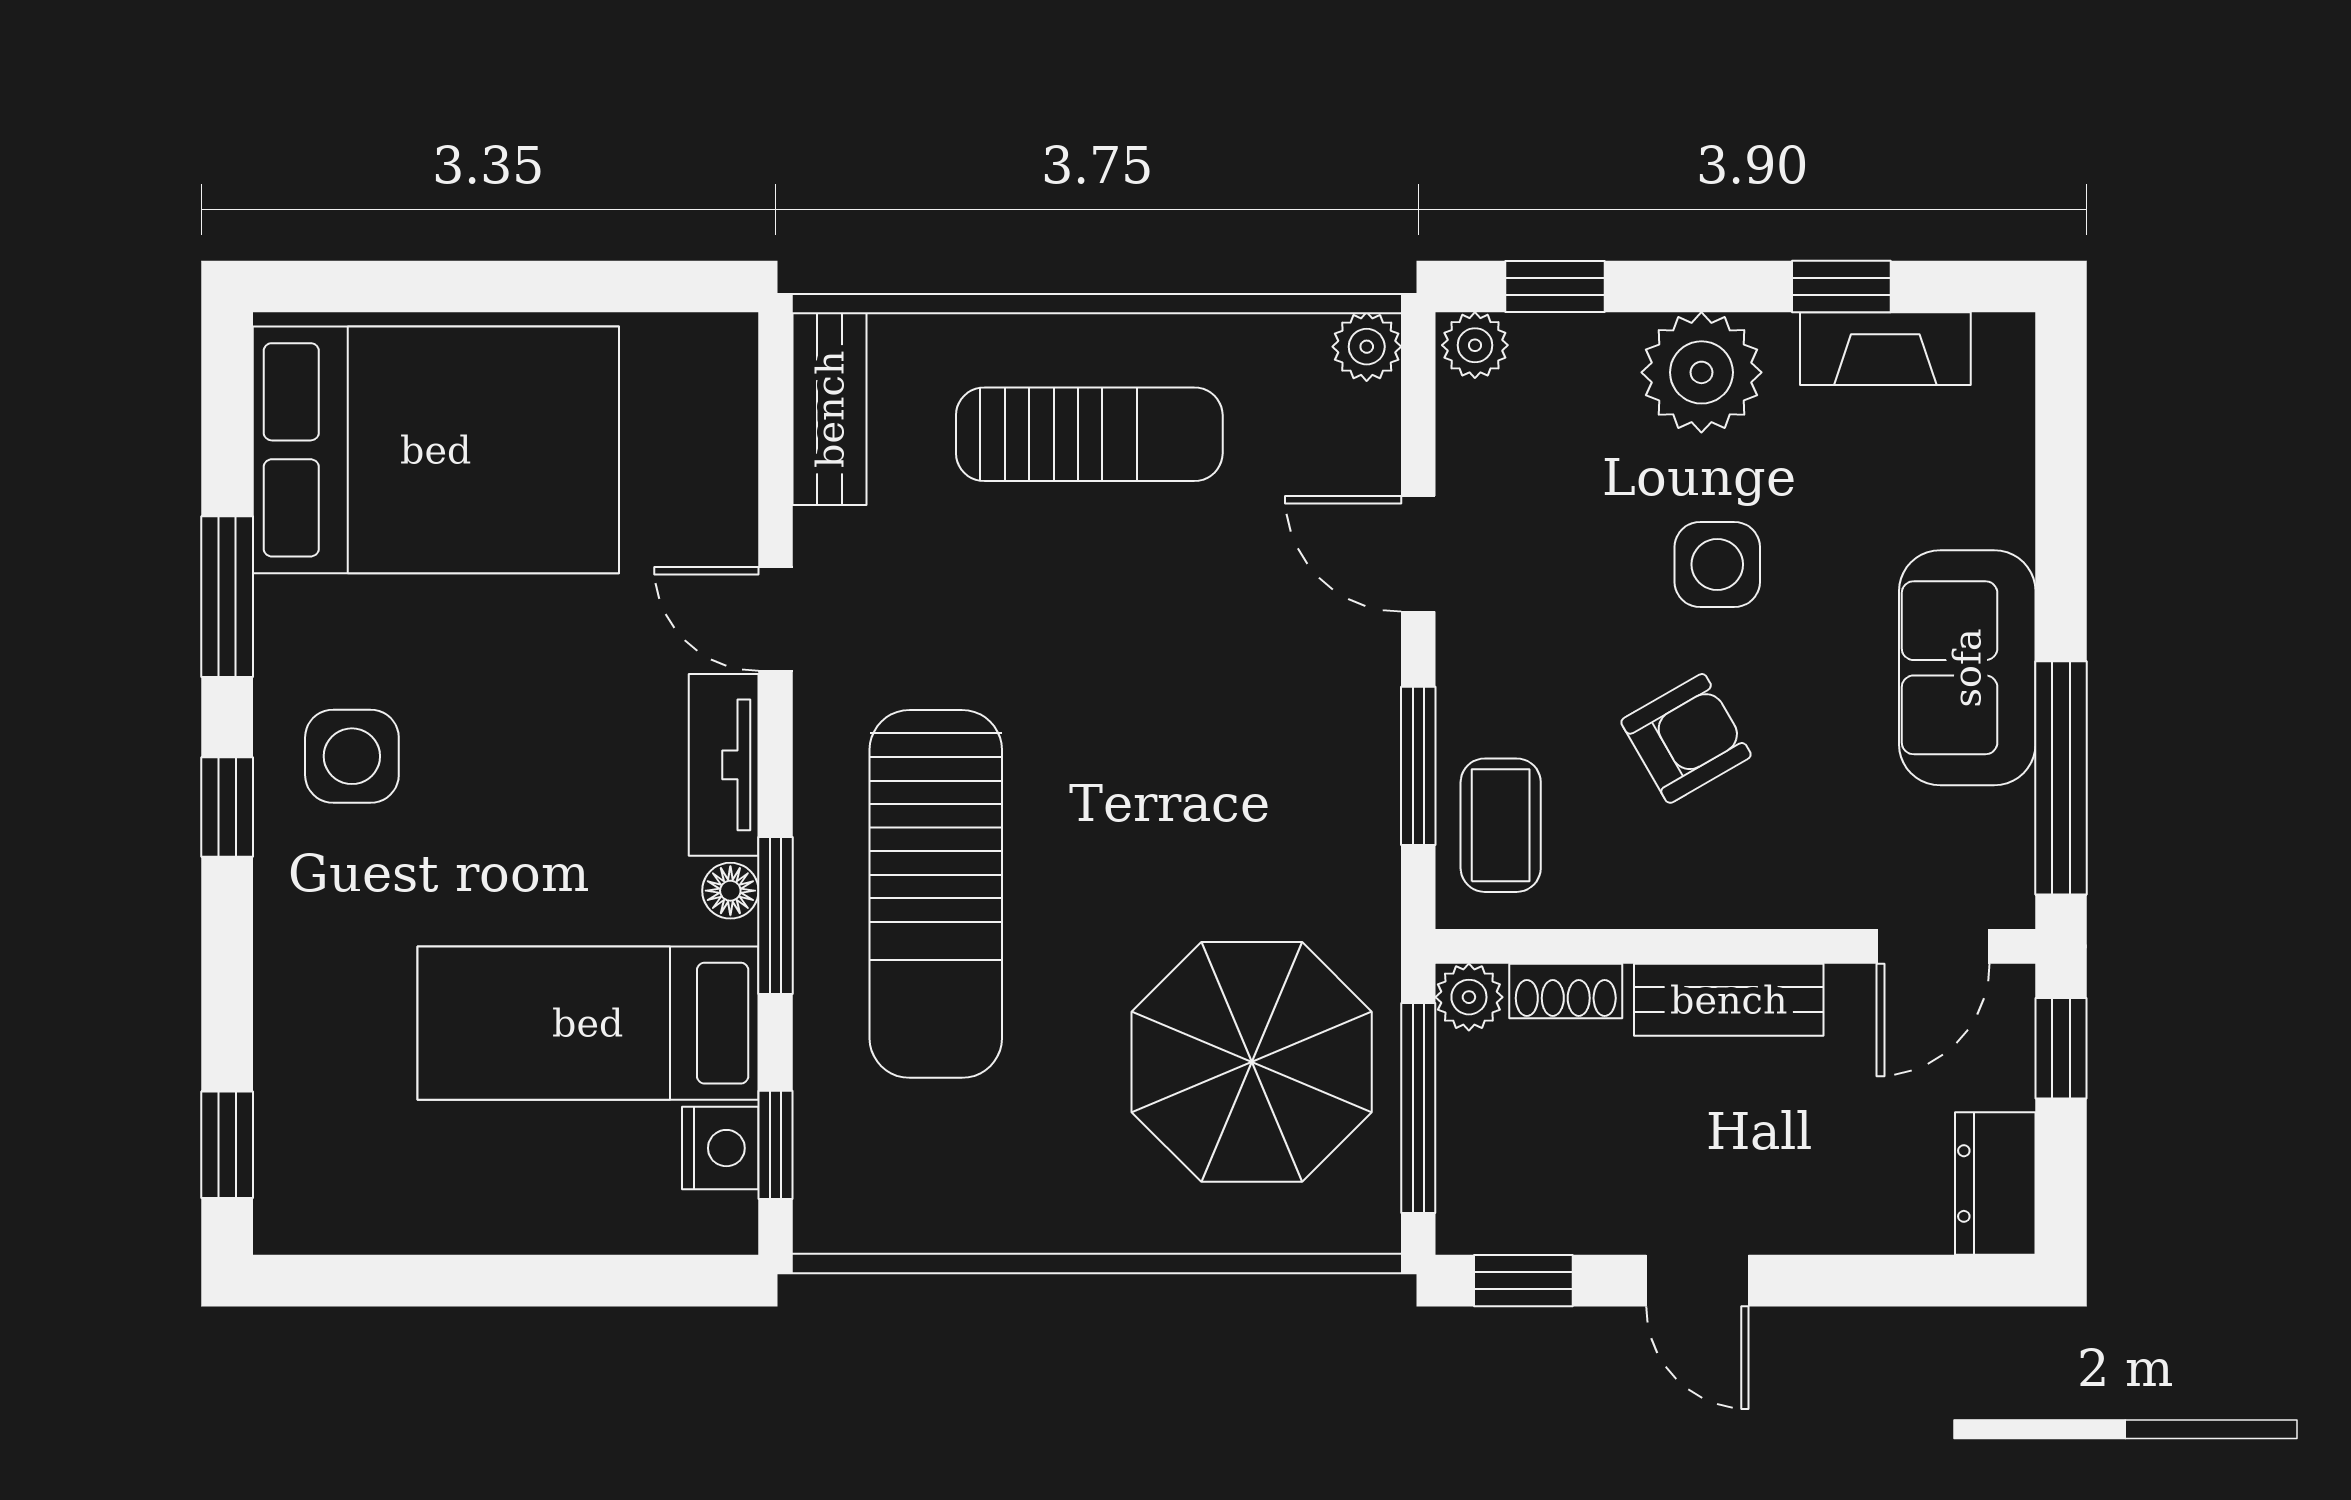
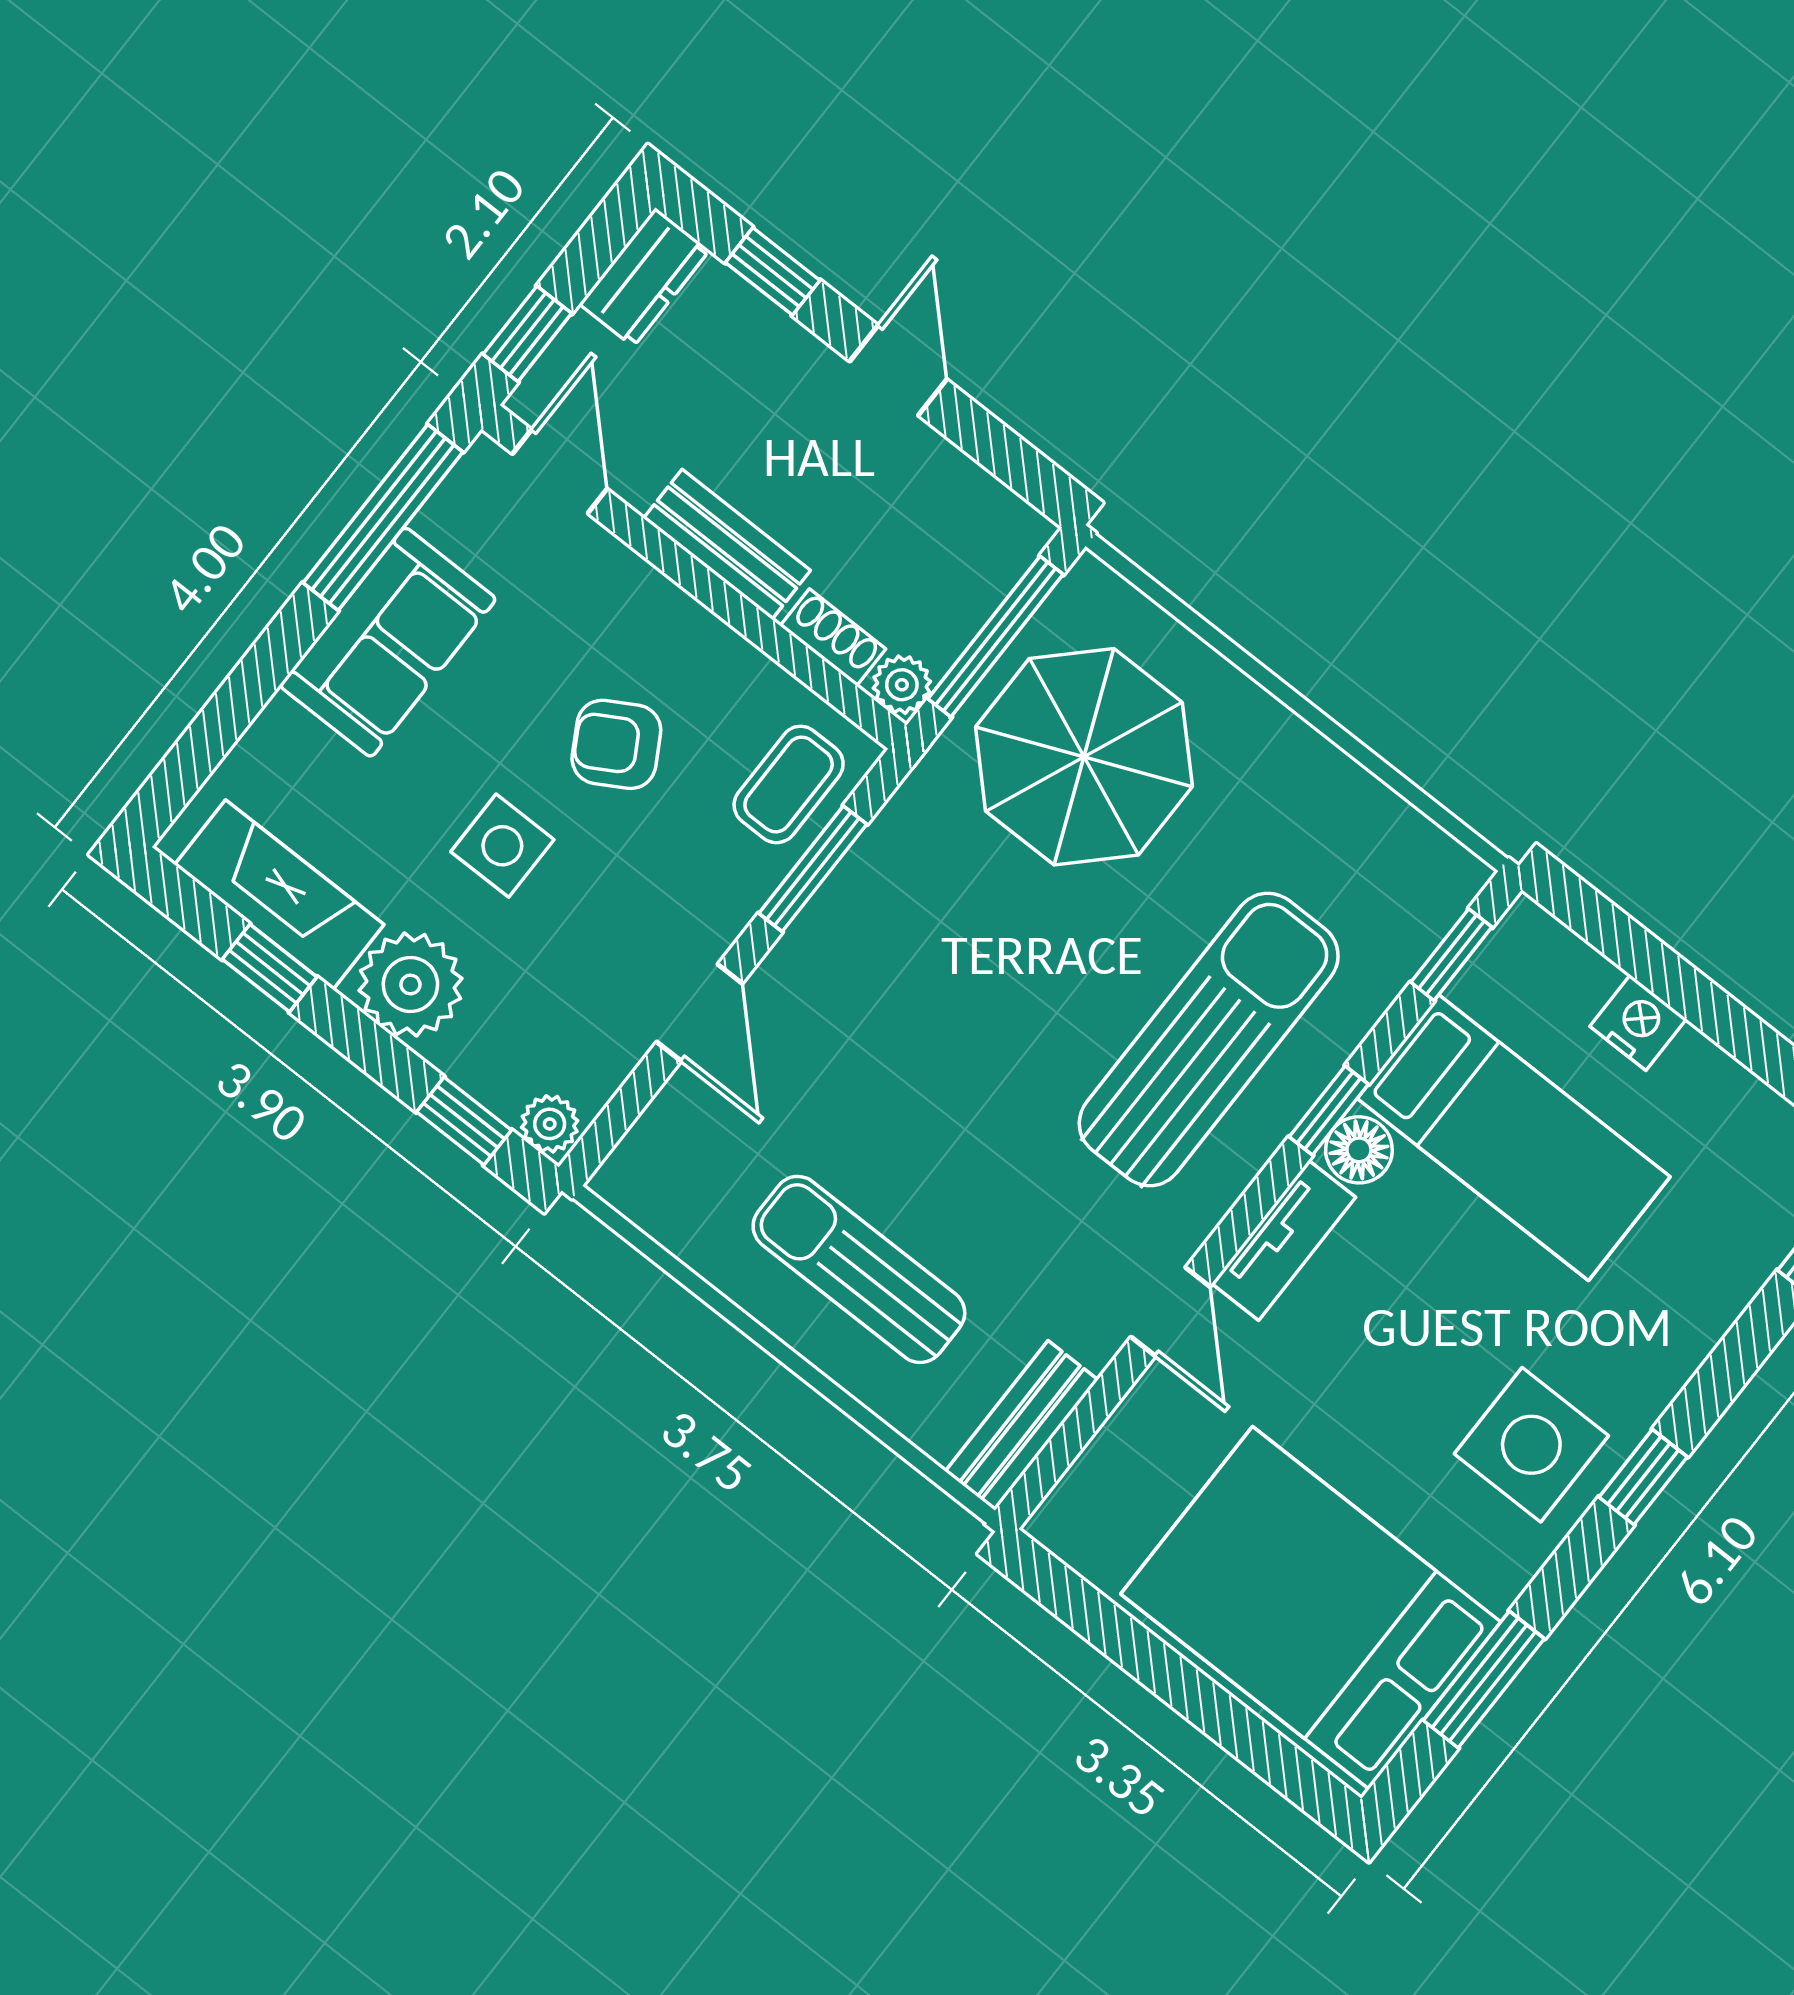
plant: (1367, 347) -> (624, 1181), removed
fireplace: (1885, 349) -> (279, 895), width x1.37, depth x1.32
window: (227, 597) -> (1484, 1680), moved
side table: (352, 756) -> (1531, 1445), width x1.37, depth x1.37
floor lamp: (730, 891) -> (1359, 1150), width x1.37, depth x1.37
window: (776, 915) -> (1329, 1111), width x0.67
door: (1933, 946) -> (560, 471), hinge flipped
nightstand: (720, 1148) -> (1638, 1023), moved, turned 90
window: (1523, 1281) -> (773, 271), moved

